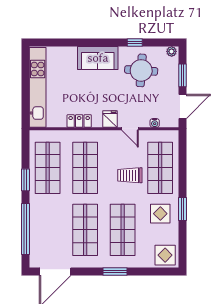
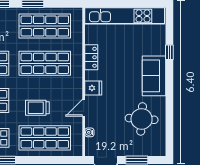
window: (135, 42) -> (169, 52), moved
plant: (172, 51) -> (160, 149), removed
trolley: (130, 175) -> (37, 108), turned -90

